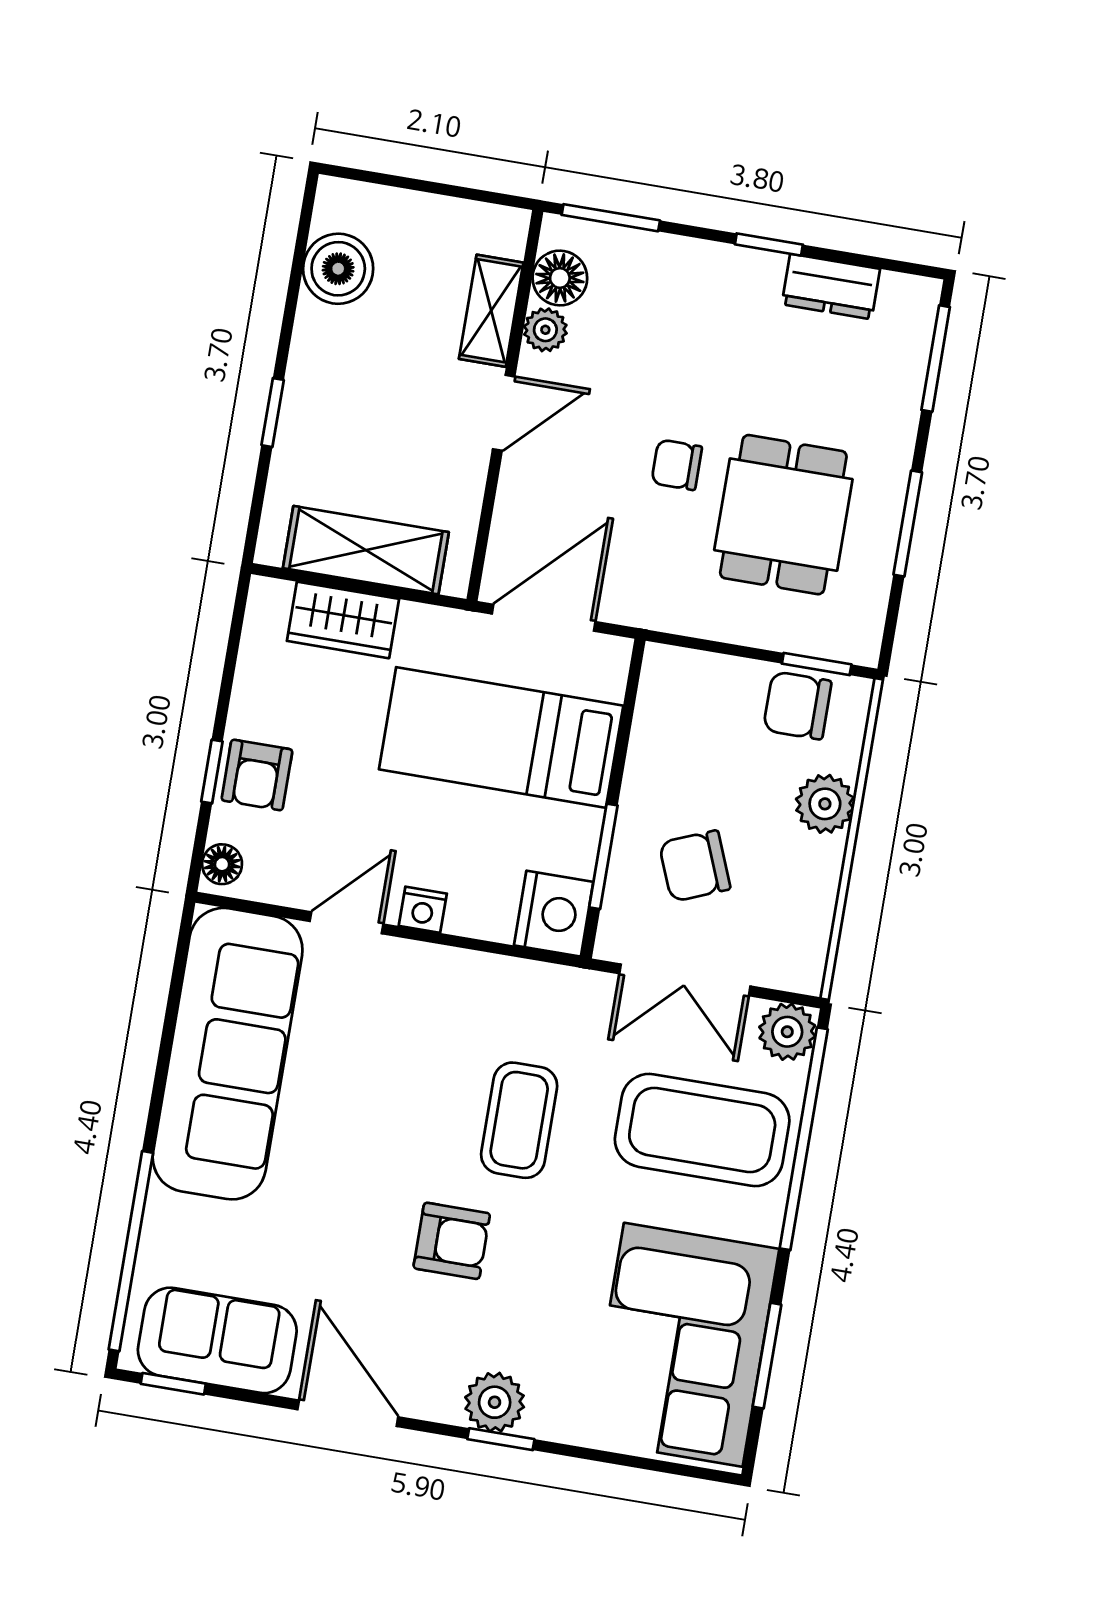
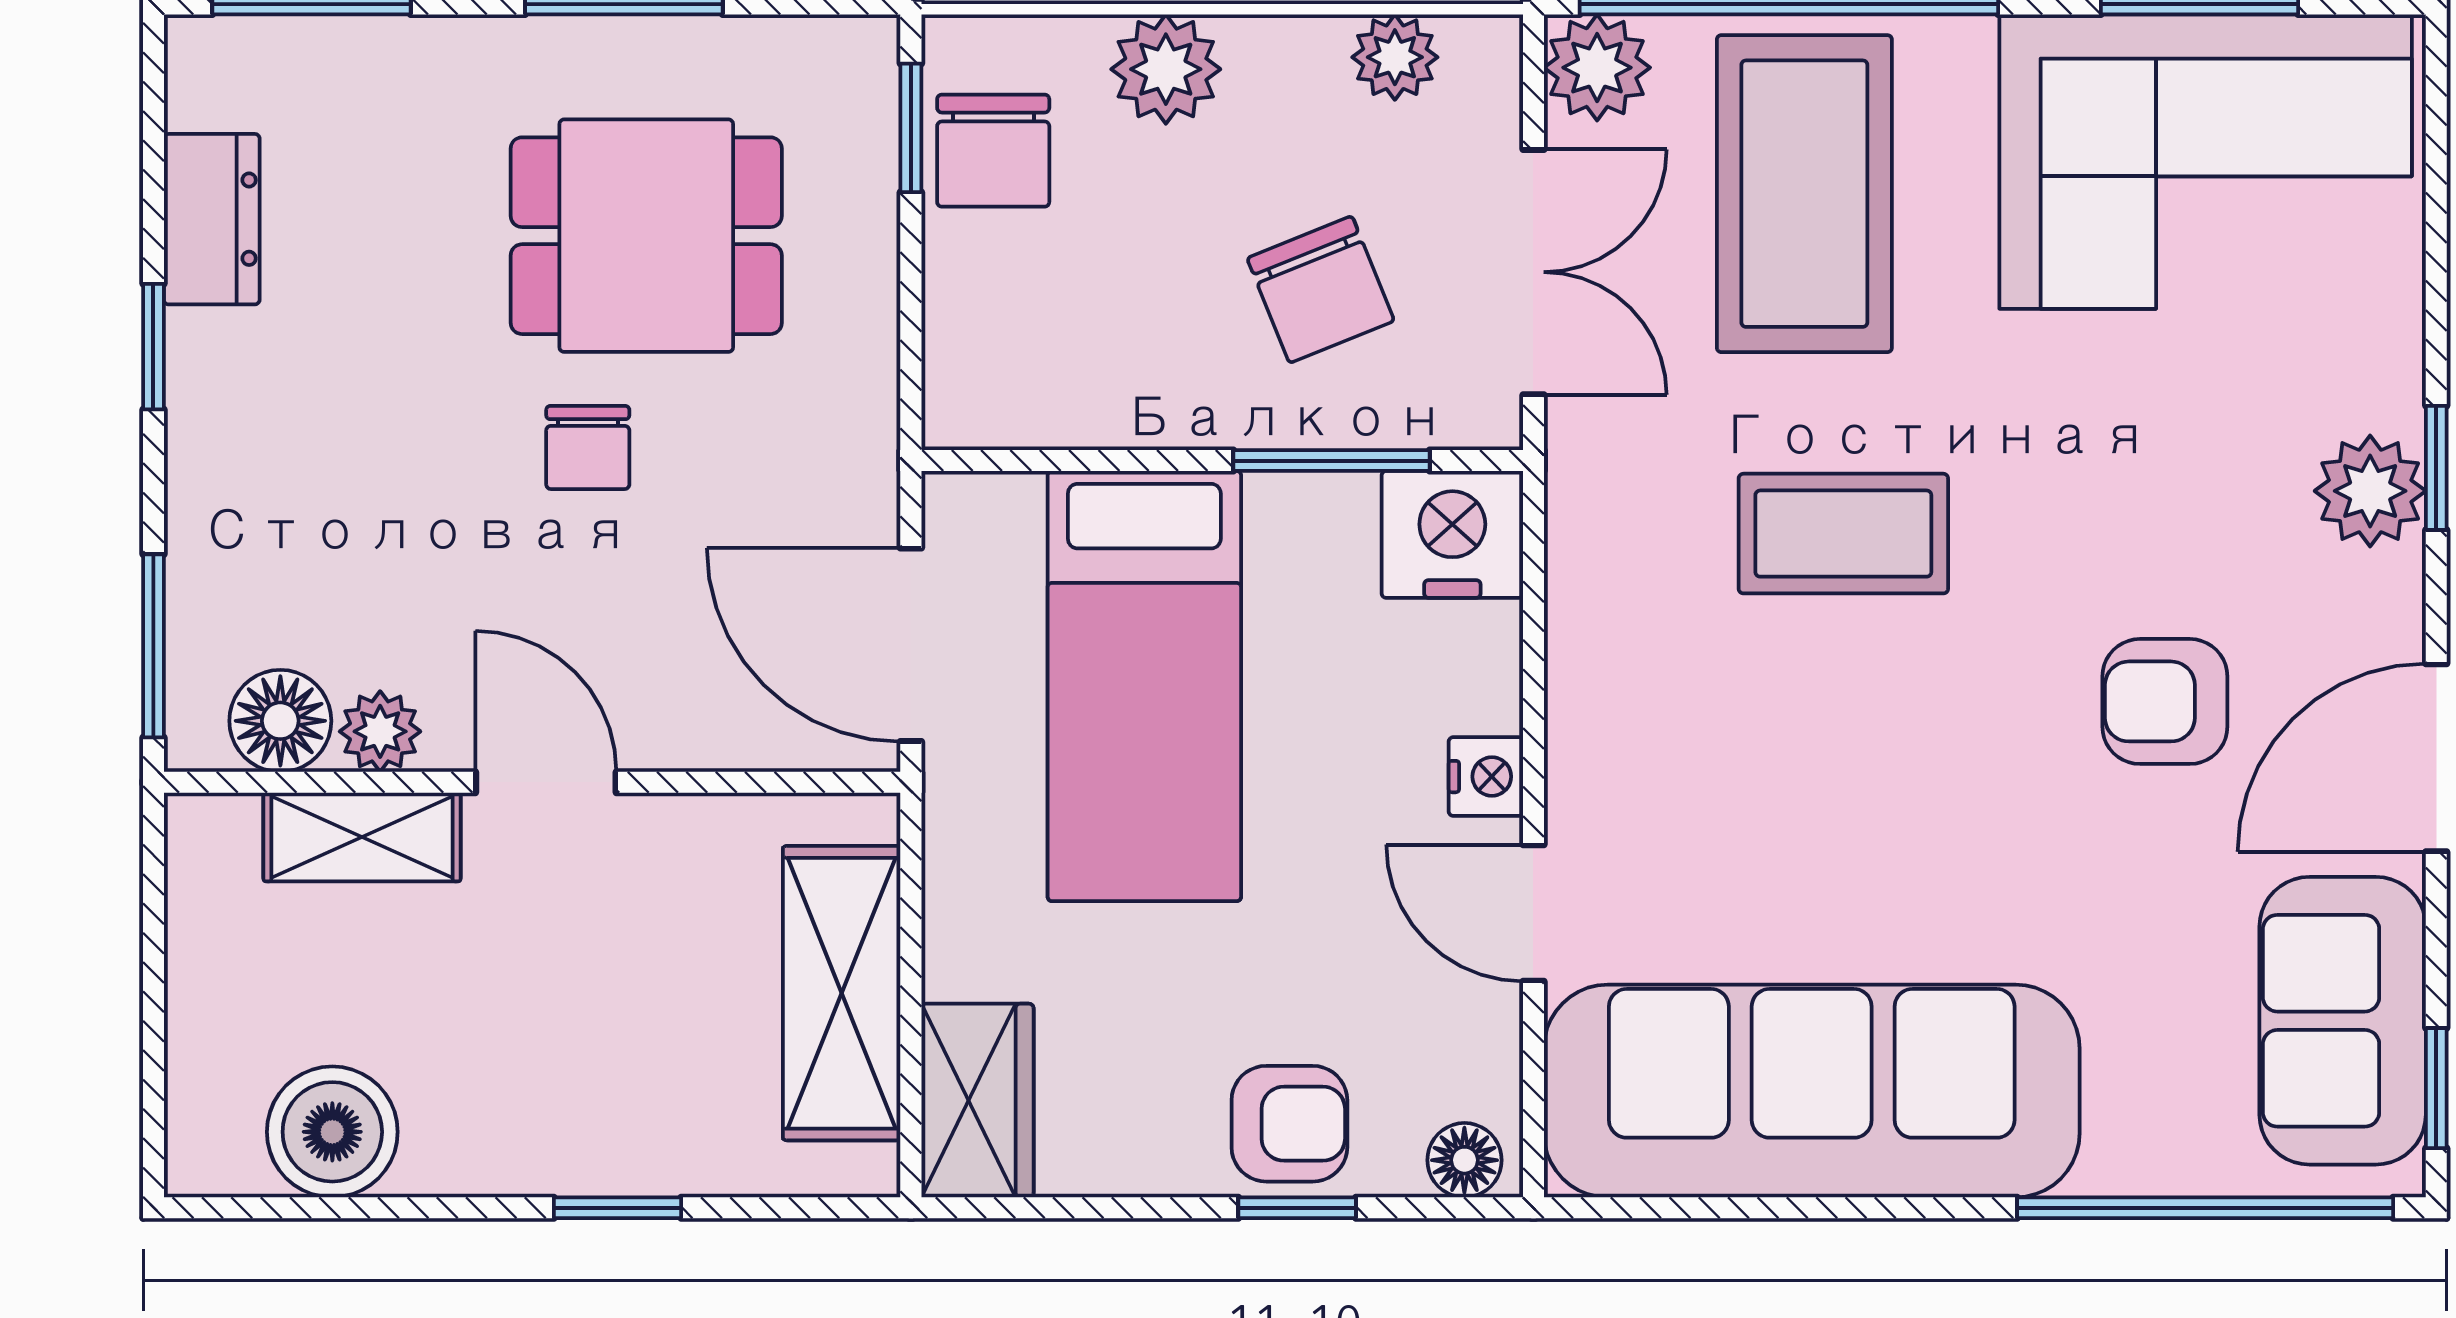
wardrobe: (343, 620) -> (977, 1101), moved
plant: (811, 926) -> (1395, 57), added
armchair: (452, 1241) -> (2165, 701), moved, turned -90

